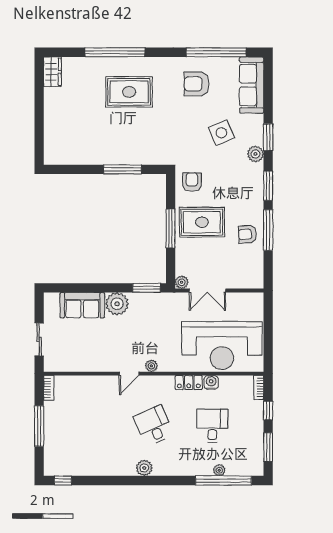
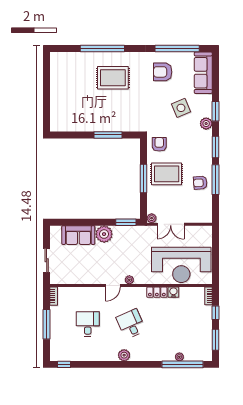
wardrobe: (52, 72) -> (56, 63), removed
desk: (212, 426) -> (88, 324), moved

